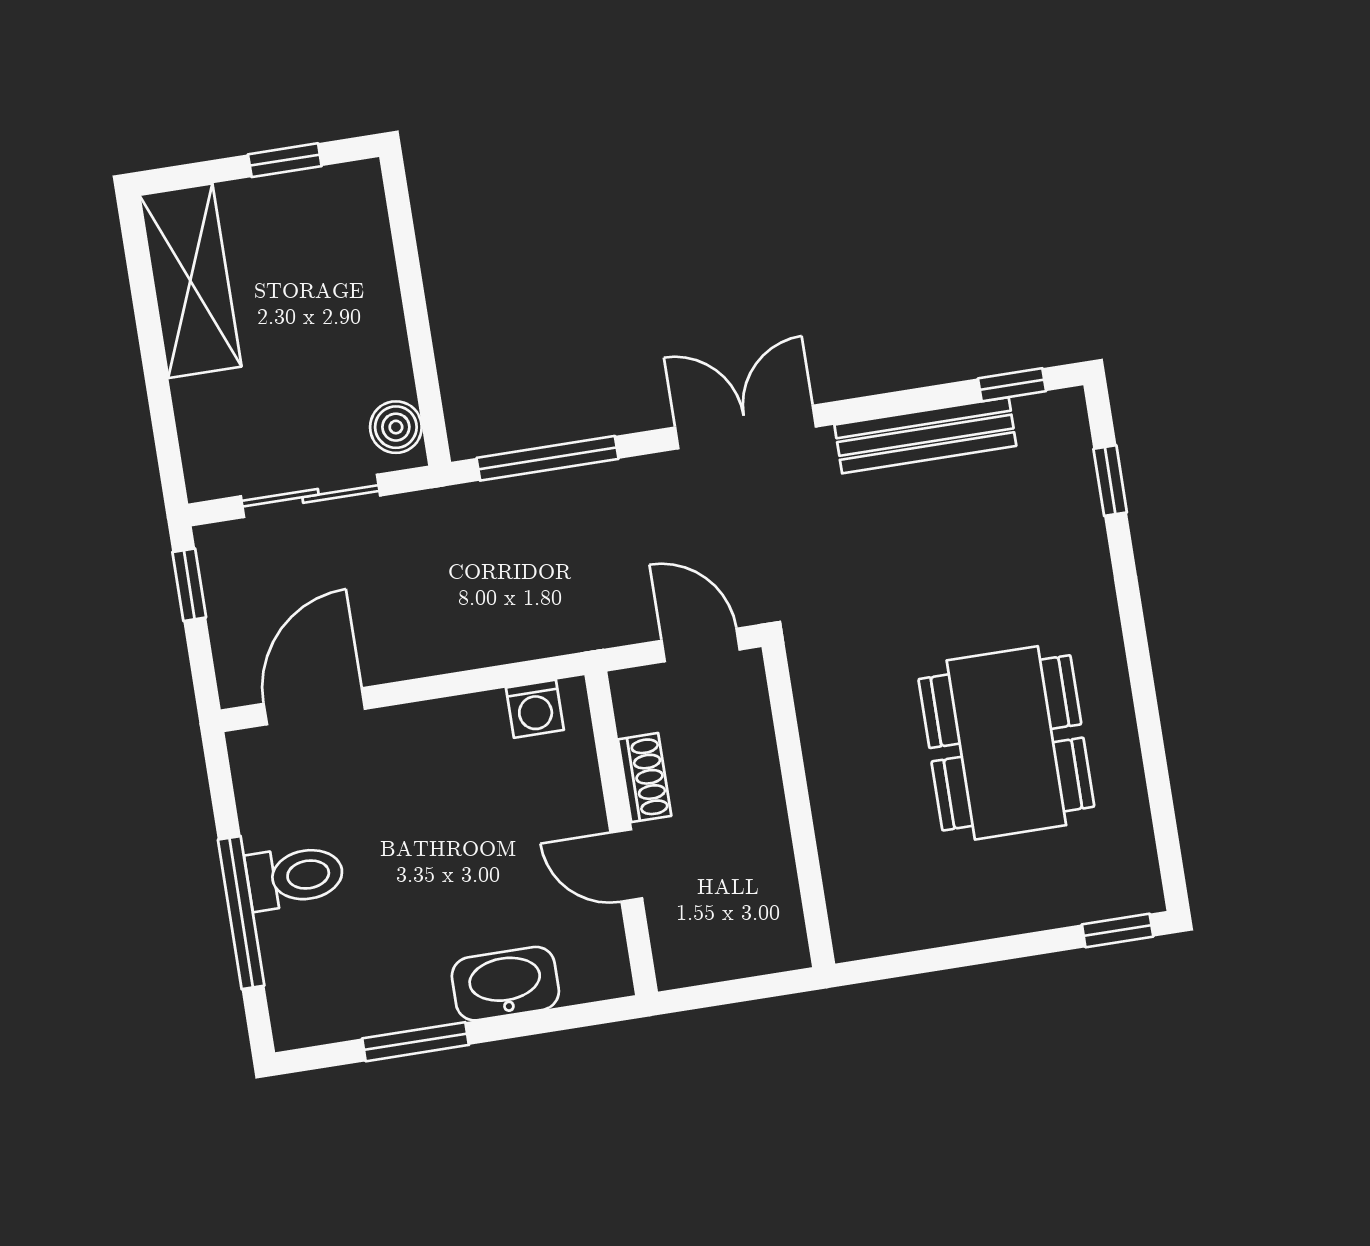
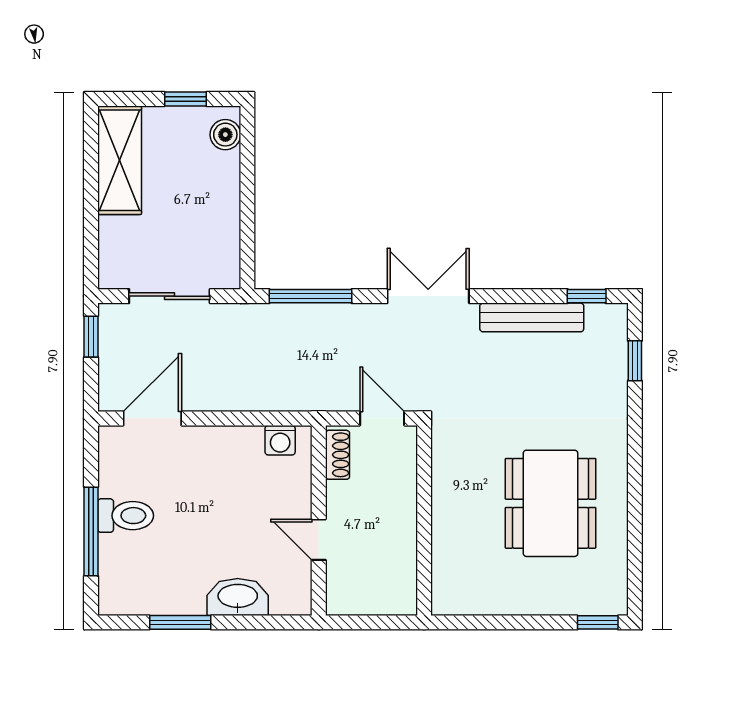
boiler: (396, 427) -> (225, 135), moved
shoe rack: (645, 778) -> (337, 455), moved

